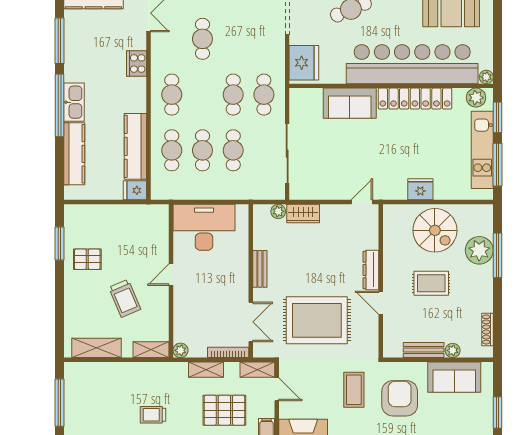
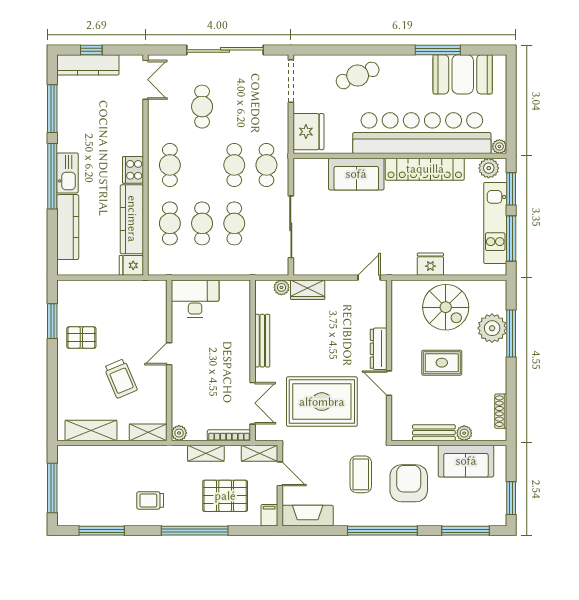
cooker: (137, 64) -> (133, 170), moved
desk: (204, 227) -> (195, 298), width x0.73, depth x0.77
bench: (260, 269) -> (262, 341), width x1.36

